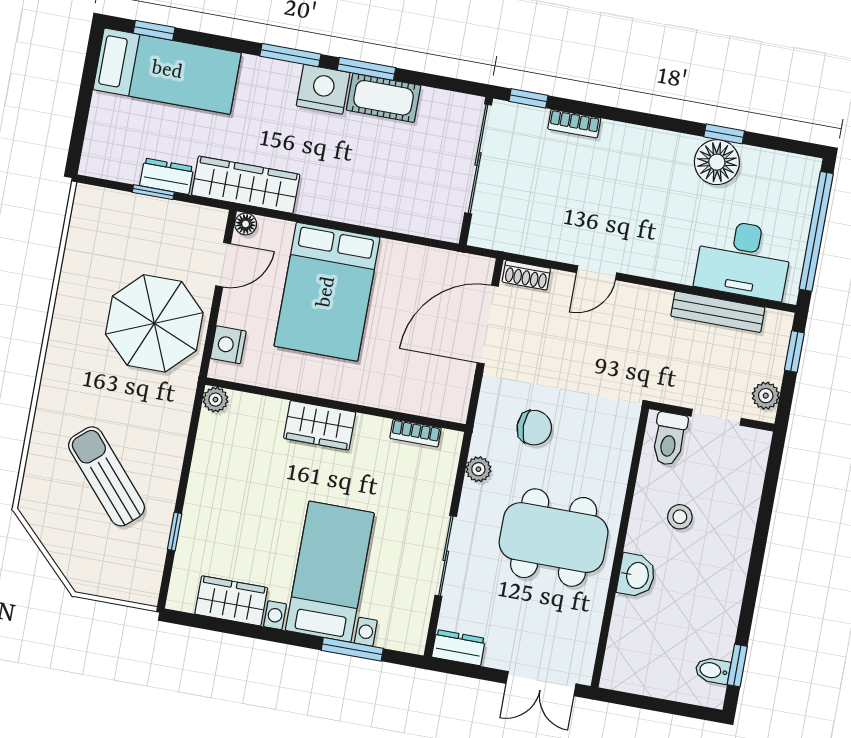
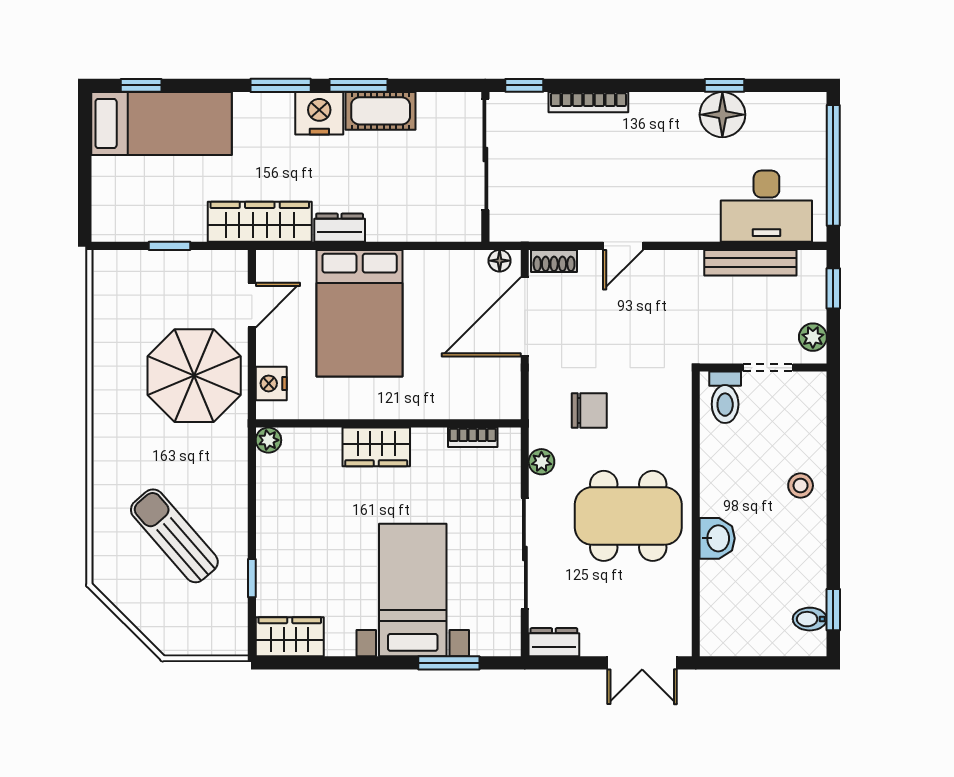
bookcase: (574, 124) -> (588, 102), width x1.56
dresser: (167, 176) -> (340, 228), moved
floor lamp: (246, 224) -> (500, 261), moved
stool: (680, 517) -> (801, 486), moved
sliding door: (446, 556) -> (525, 553), width x1.37
wardrobe: (231, 601) -> (290, 637), moved

